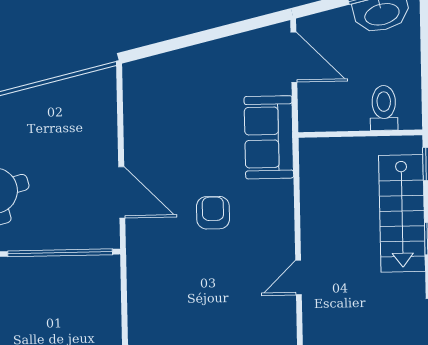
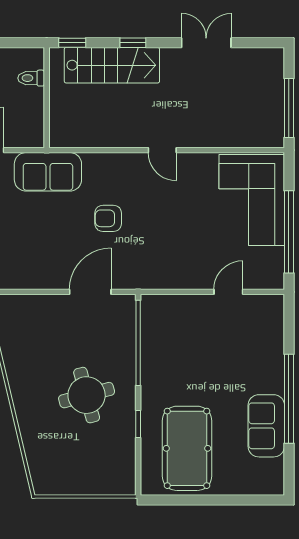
toilet: (384, 108) -> (31, 78), width x0.73, depth x0.72

